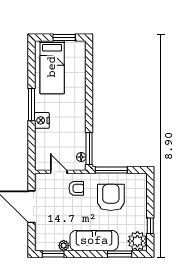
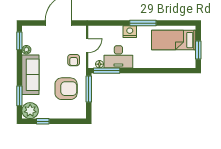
desk: (72, 134) -> (118, 57), added

